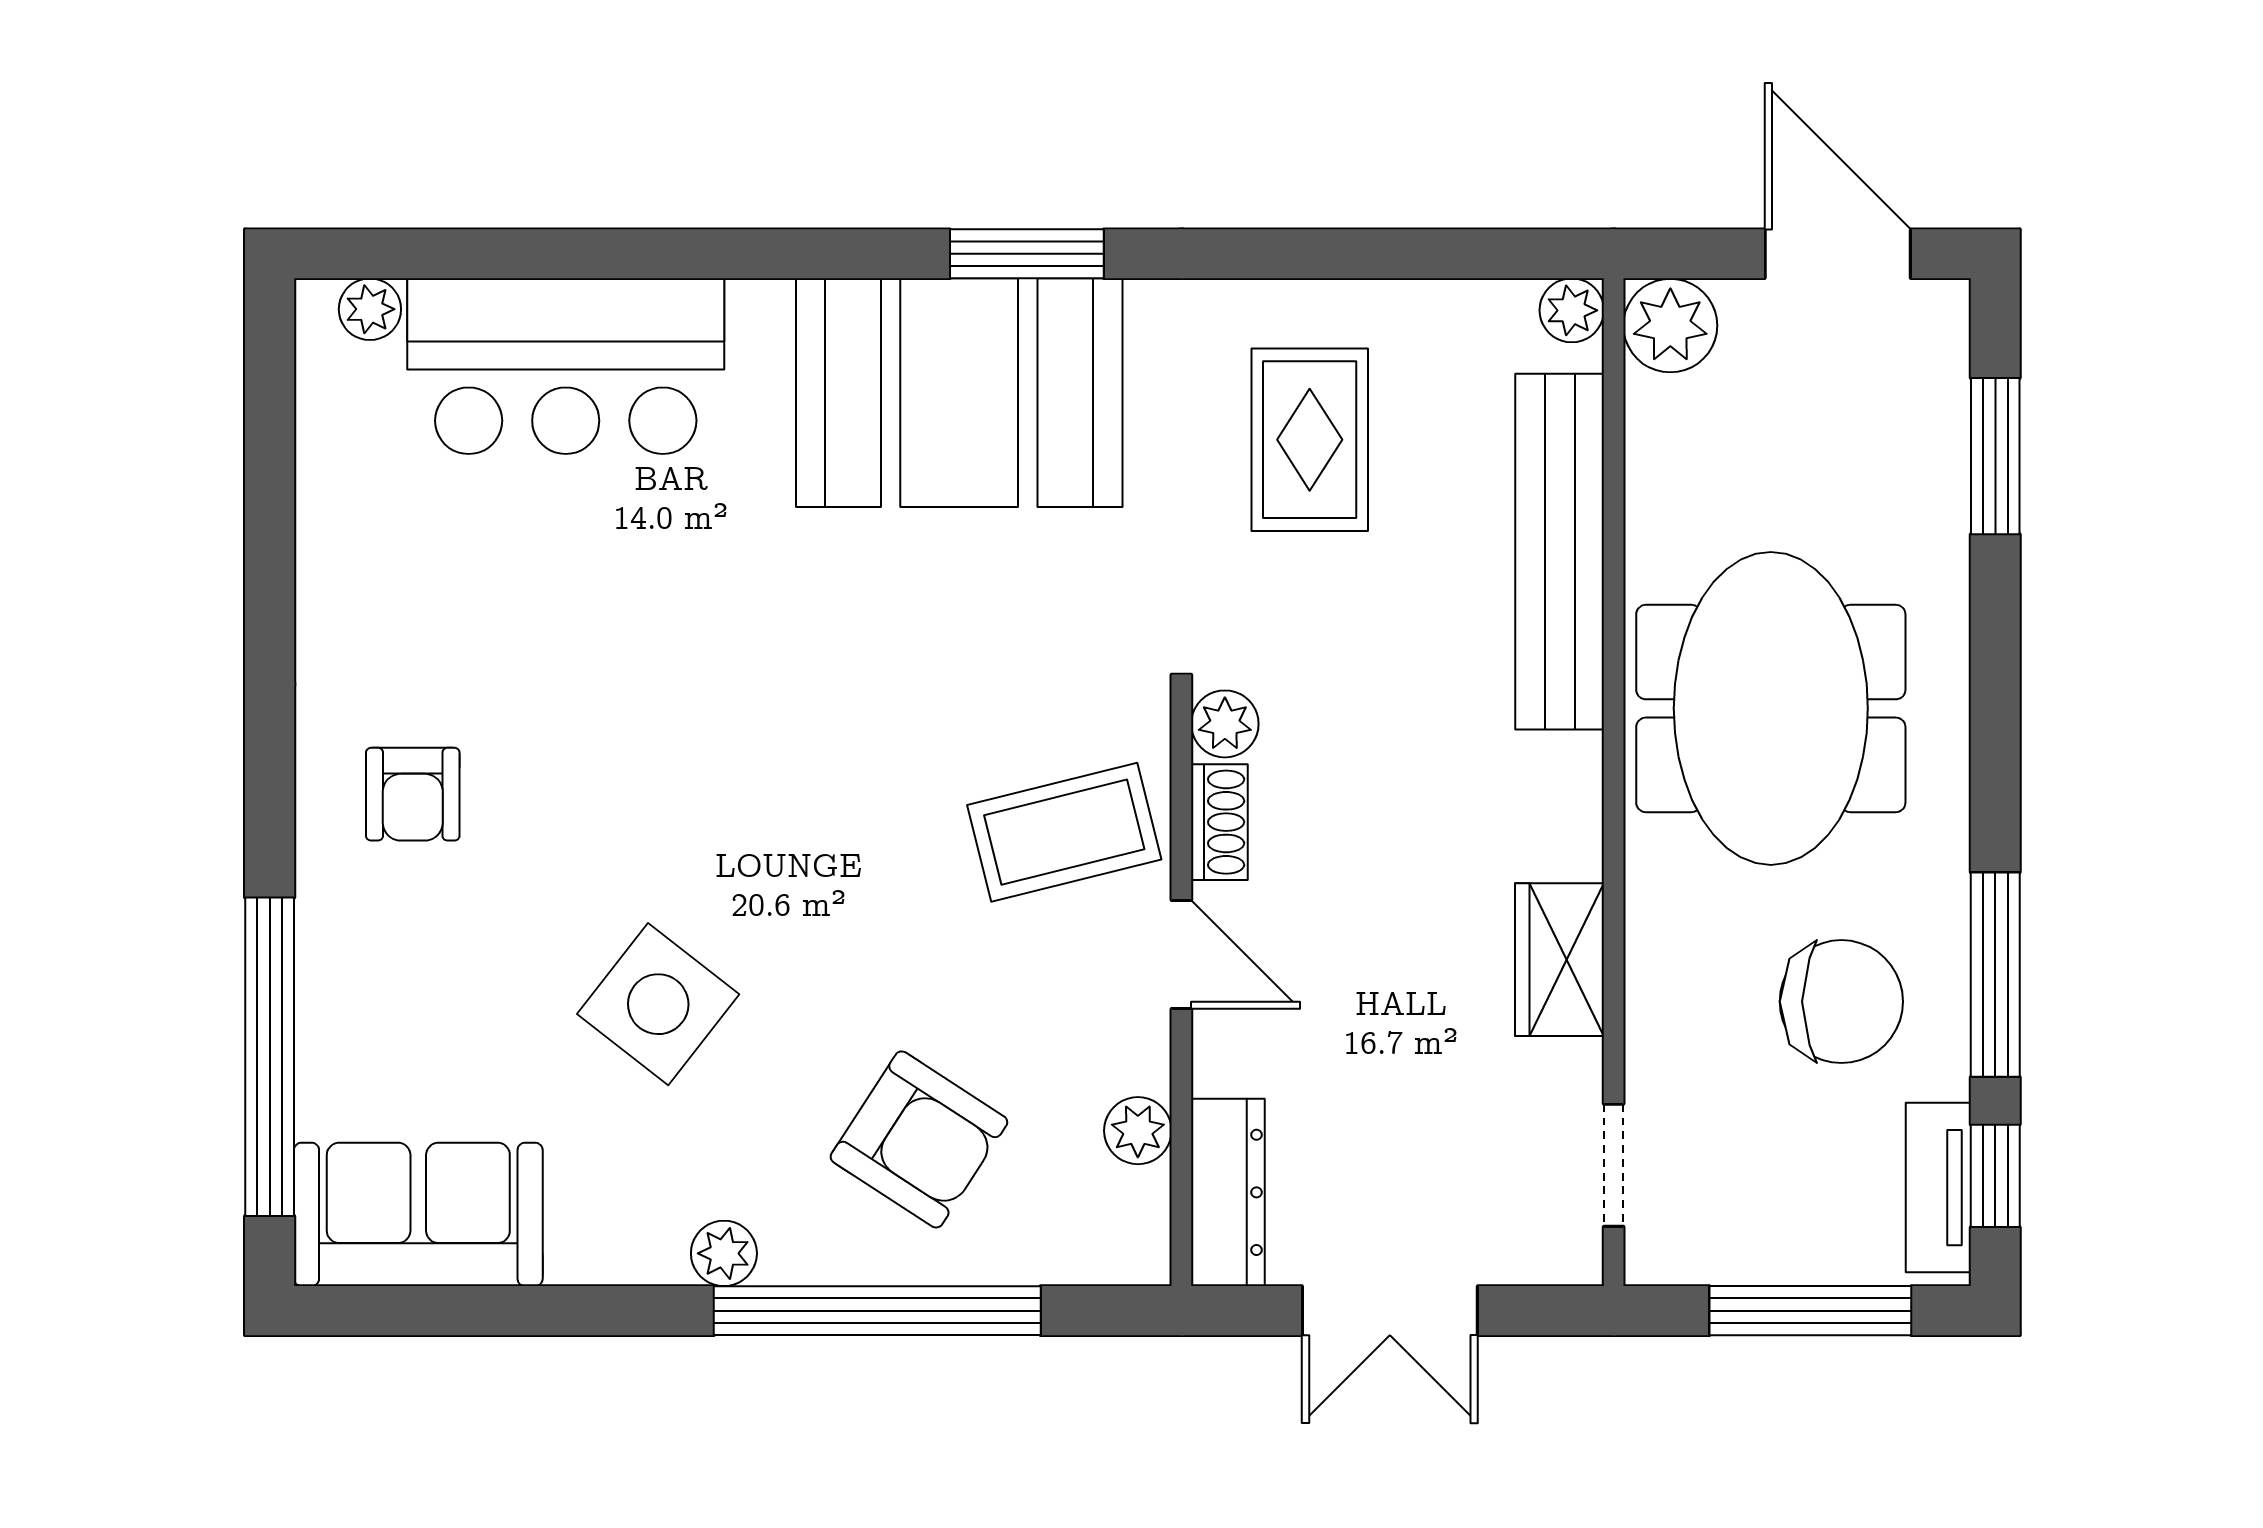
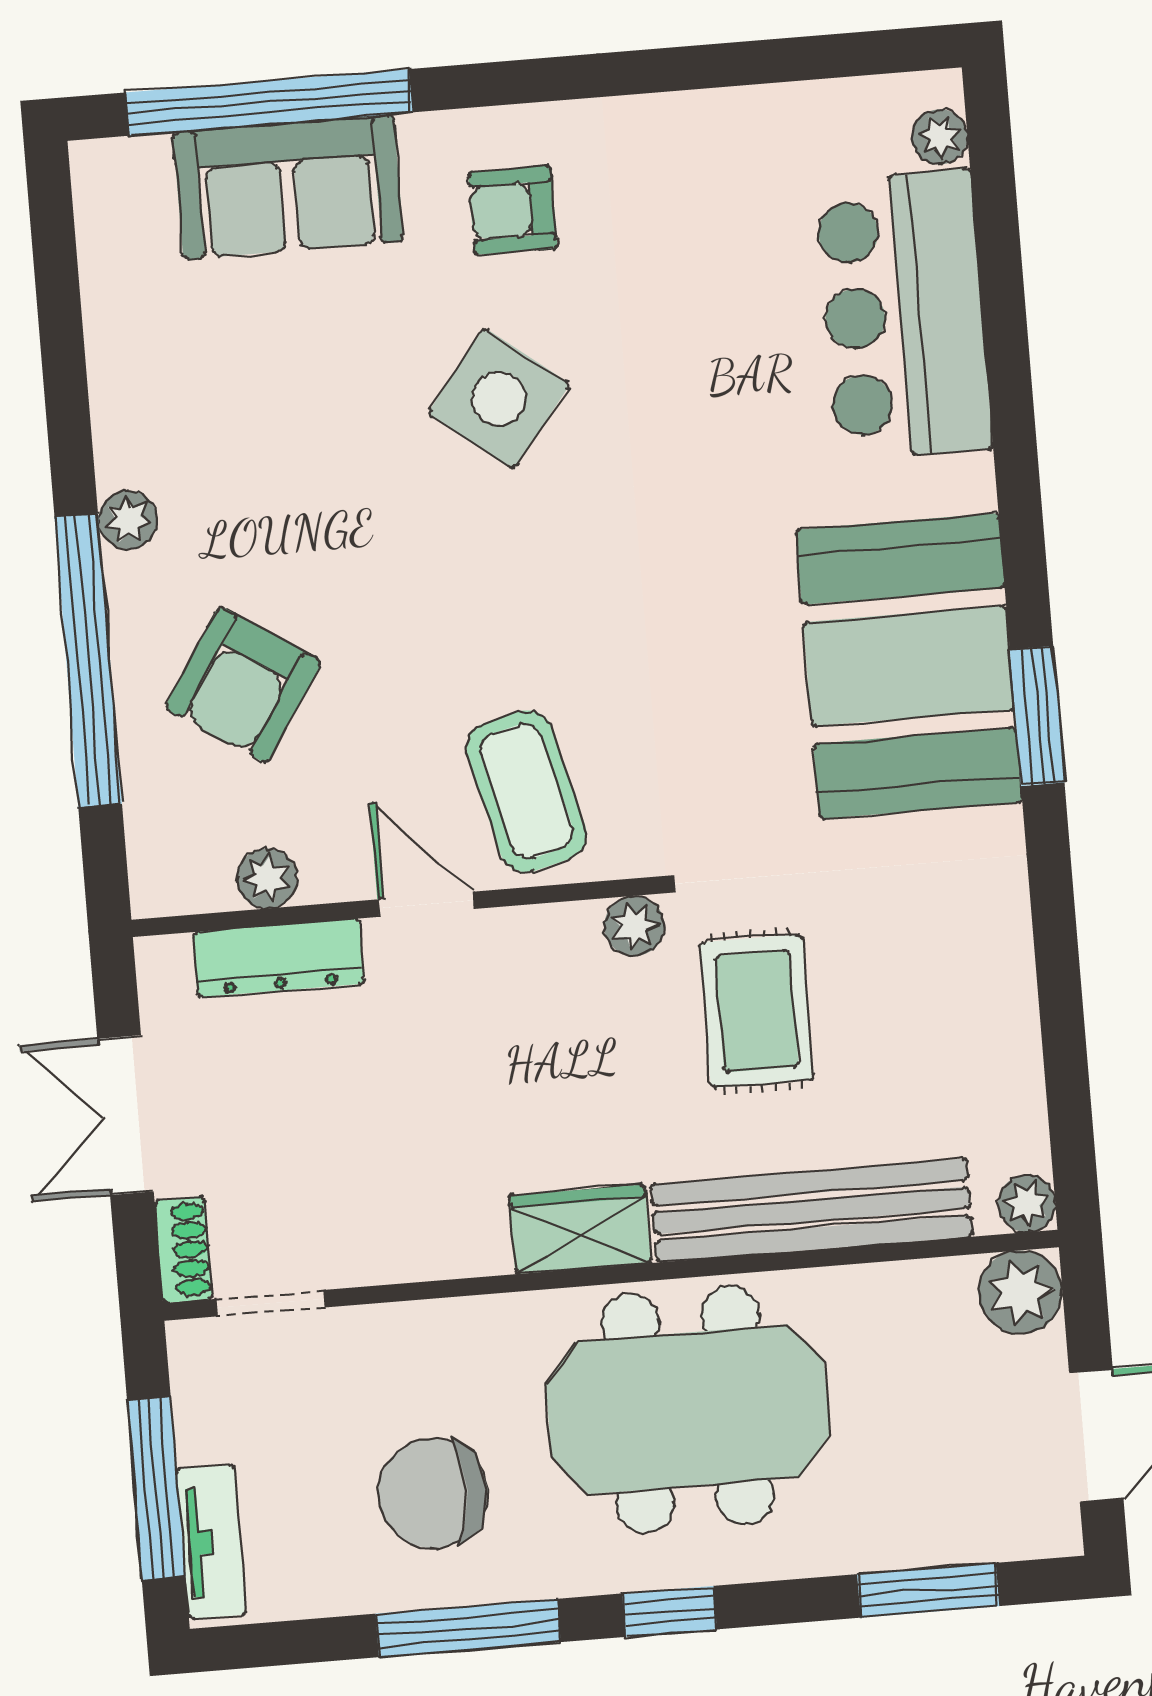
rug: (1310, 440) -> (757, 1011), moved, turned 90
shoe rack: (1219, 822) -> (184, 1250), moved, turned -90
door: (1181, 955) -> (426, 904), swing flipped
wardrobe: (1559, 960) -> (580, 1229), moved
chair: (1841, 1002) -> (433, 1493), turned 90
side table: (658, 1004) -> (499, 399), moved
window: (1995, 1176) -> (670, 1611), moved
tv unit: (1938, 1188) -> (211, 1542), moved, turned 90
dresser: (1228, 1192) -> (278, 958), moved
sofa: (418, 1214) -> (288, 187), moved, turned 90

